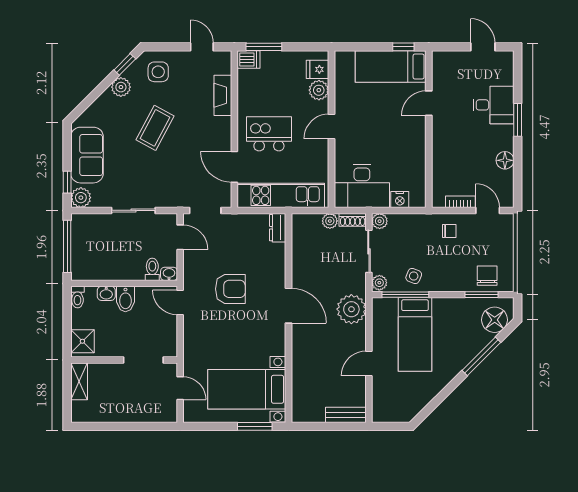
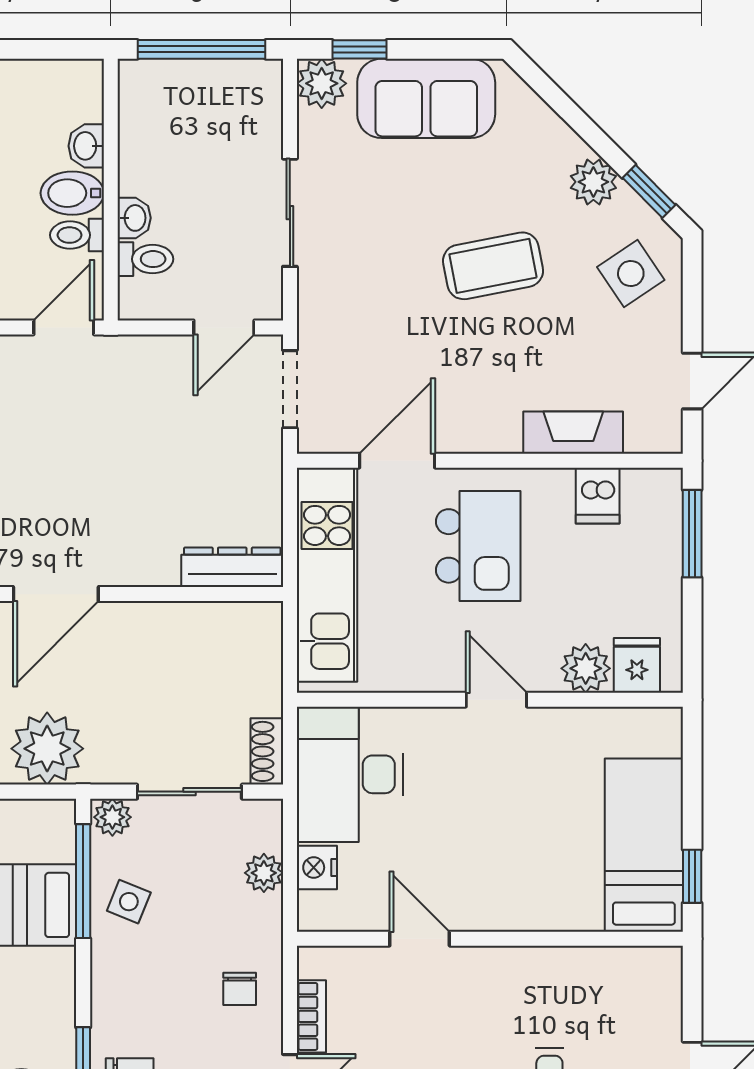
dishwasher: (249, 59) -> (598, 496), moved
side table: (158, 72) -> (631, 273), turned -34
door: (429, 103) -> (420, 939), moved
coffee table: (155, 128) -> (493, 266), turned -39
plant: (330, 221) -> (264, 695), removed
plant: (380, 221) -> (264, 873), moved
dresser: (278, 228) -> (232, 567), width x1.44
washbasin: (169, 274) -> (134, 218), moved
armchair: (230, 289) -> (97, 451), removed
toilet: (77, 297) -> (77, 235), moved

